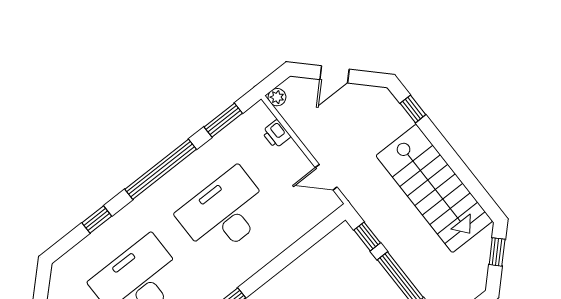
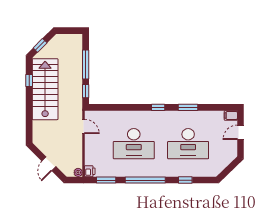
door: (335, 74) -> (49, 164), swing flipped
window: (413, 109) -> (29, 81), moved
printer: (276, 134) -> (90, 171), moved

